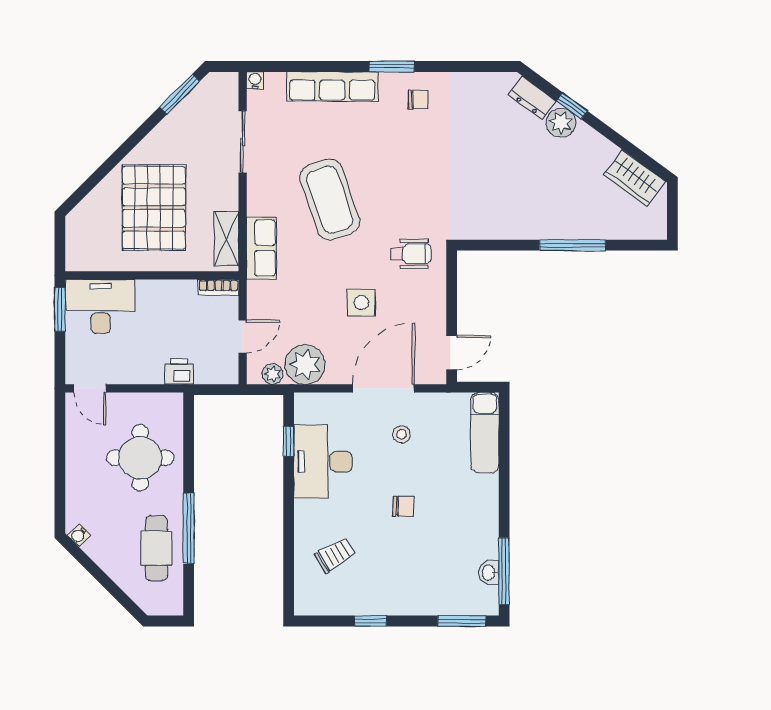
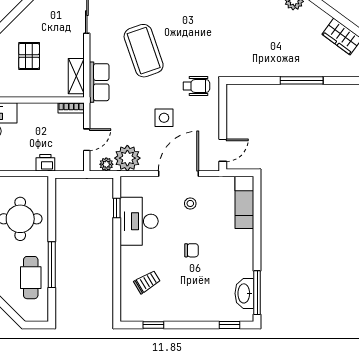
pallet: (154, 208) -> (29, 56), width x0.49, depth x0.50
washbasin: (489, 573) -> (244, 293), width x1.91, depth x1.45
window: (371, 621) -> (153, 325), moved
window: (462, 621) -> (230, 325), width x0.67

